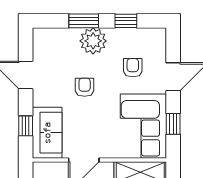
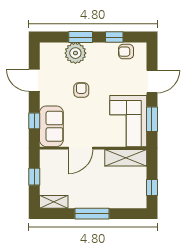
plant: (93, 41) -> (75, 53), moved
armchair: (133, 68) -> (126, 52), moved, turned -91
window: (173, 124) -> (152, 119), width x1.50

